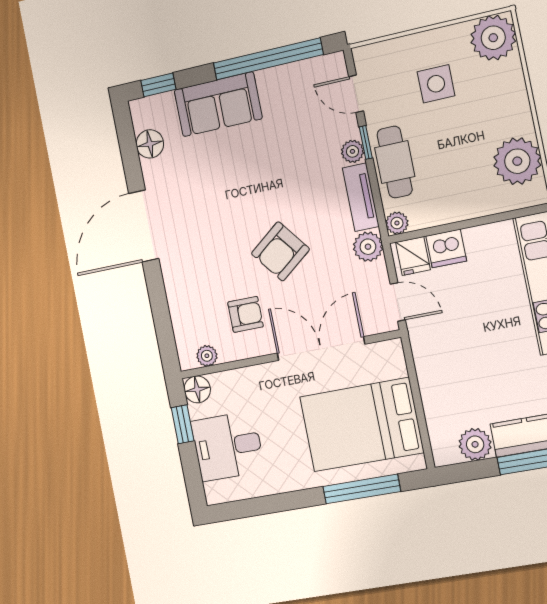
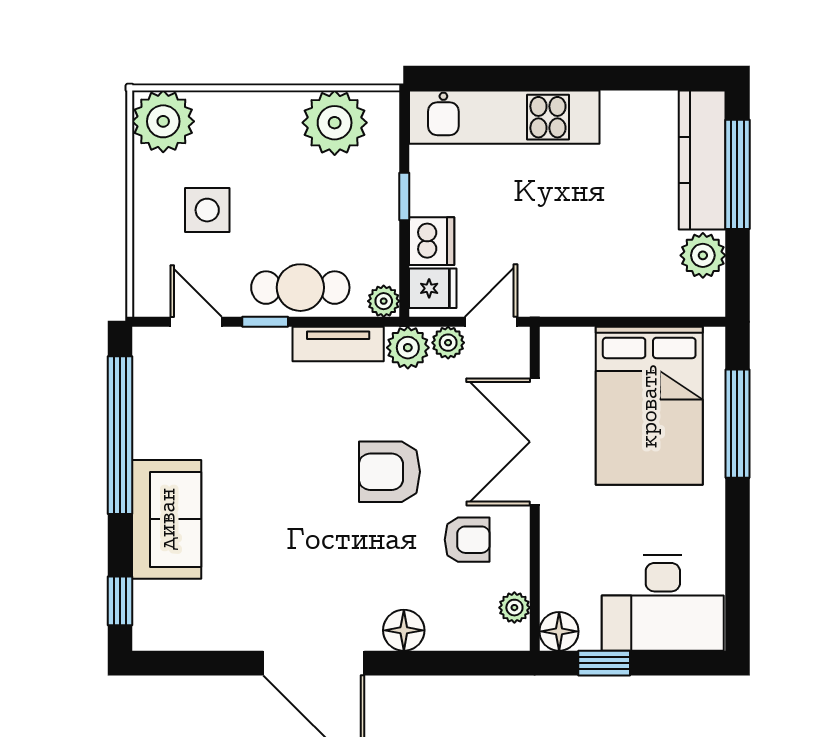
door: (356, 94) -> (196, 322), swing flipped
floor lamp: (150, 144) -> (404, 630), moved
plant: (352, 151) -> (448, 343), moved
window: (474, 222) -> (404, 196), added
armchair: (280, 251) -> (390, 472), turned 128
armchair: (245, 314) -> (467, 540), turned 90
desk: (228, 446) -> (663, 603), width x1.37

